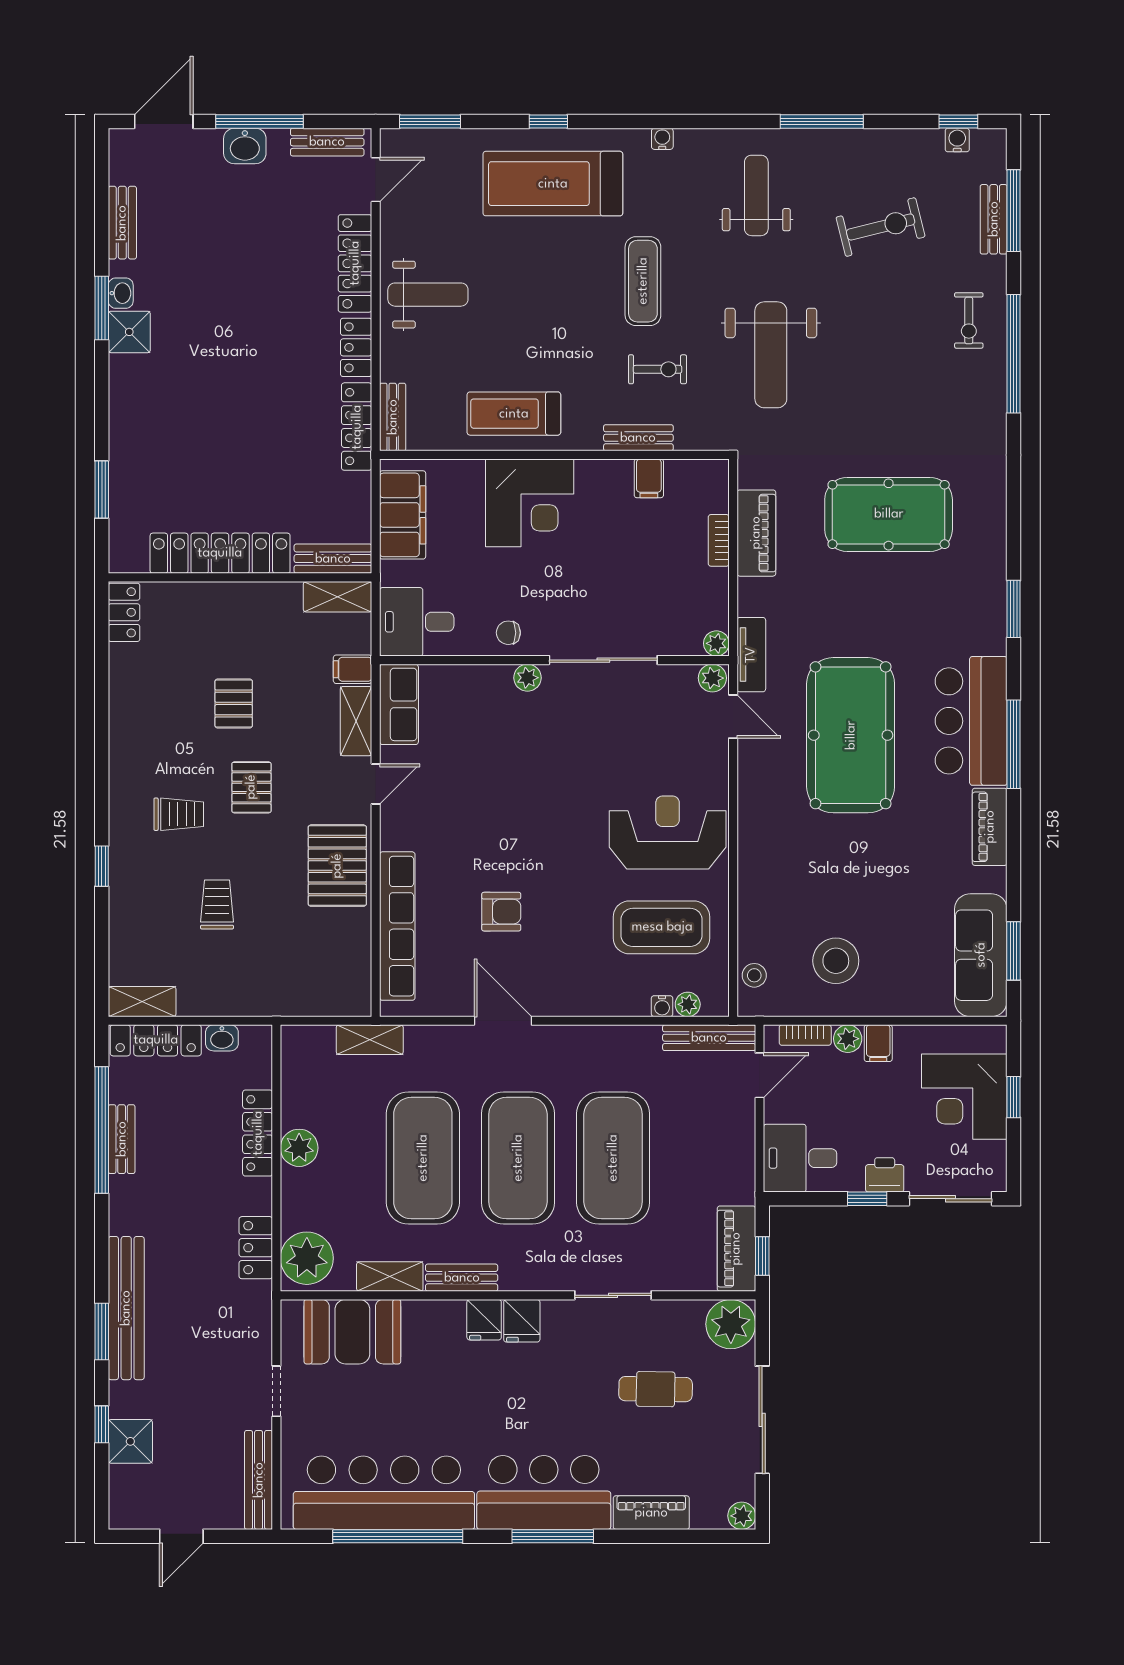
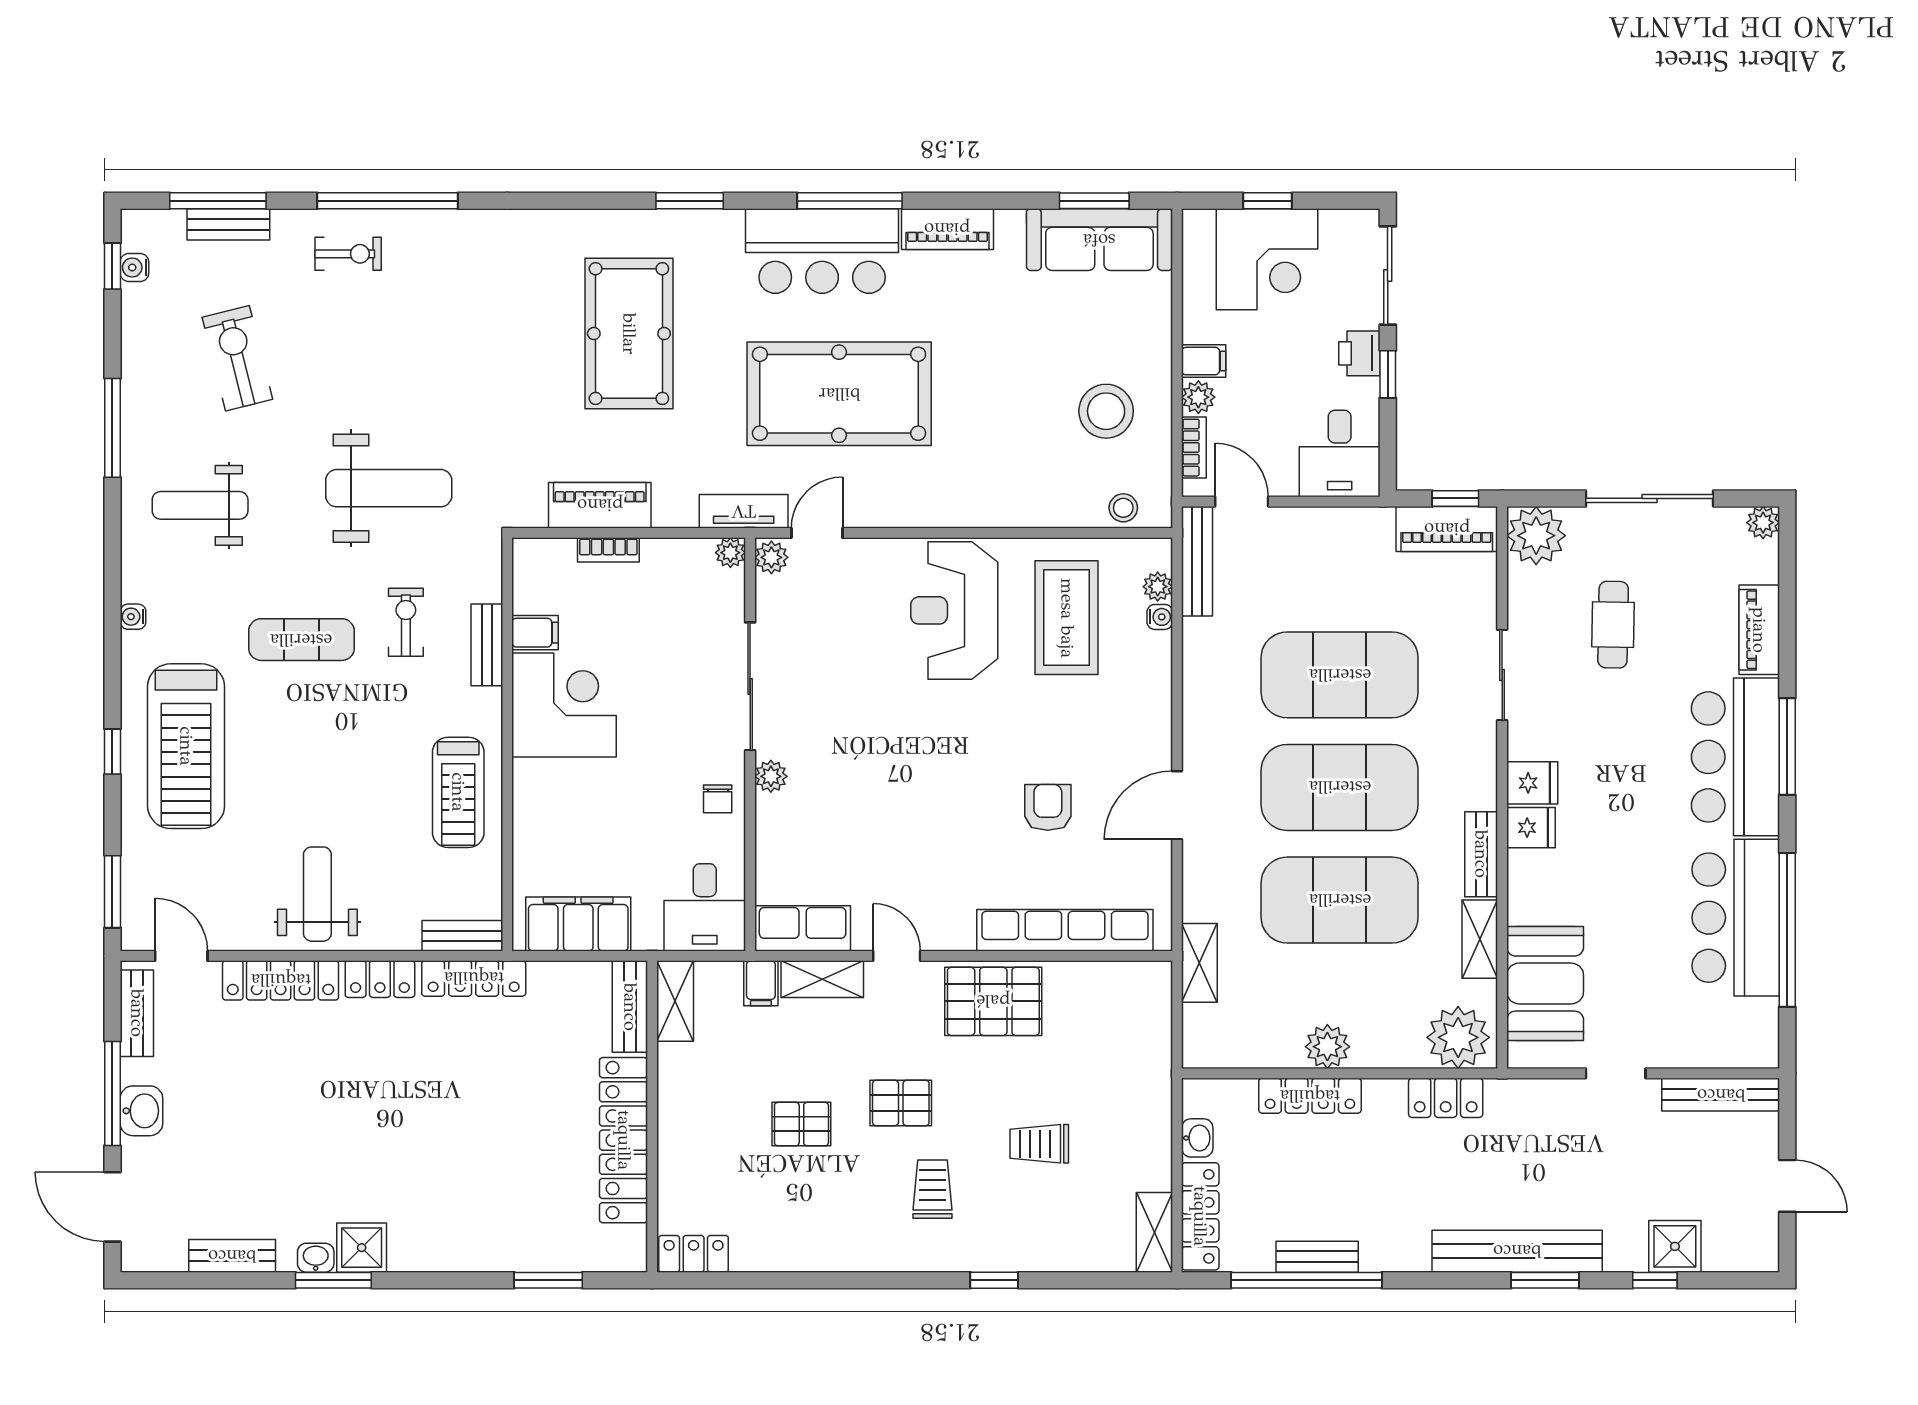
corner desk: (530, 503) -> (564, 705), moved
pool table: (889, 514) -> (629, 334), moved
bar counter: (384, 1493) -> (1736, 918), width x0.73

